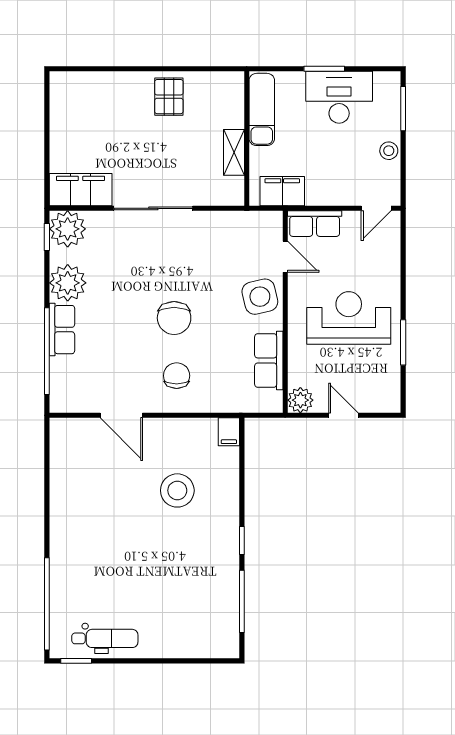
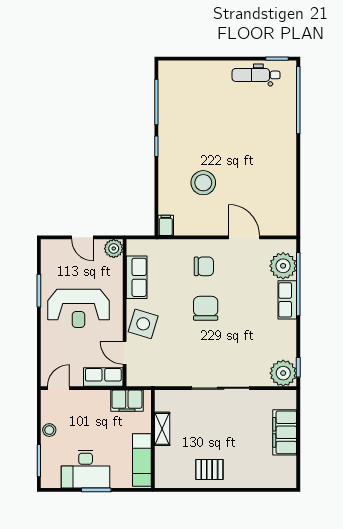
pallet: (169, 97) -> (209, 469), turned 90
filing cabinet: (81, 190) -> (285, 432), moved, turned 90
plant: (68, 283) -> (283, 266), moved
side table: (260, 297) -> (143, 324), turned 30
chair: (177, 376) -> (204, 266), turned -90

